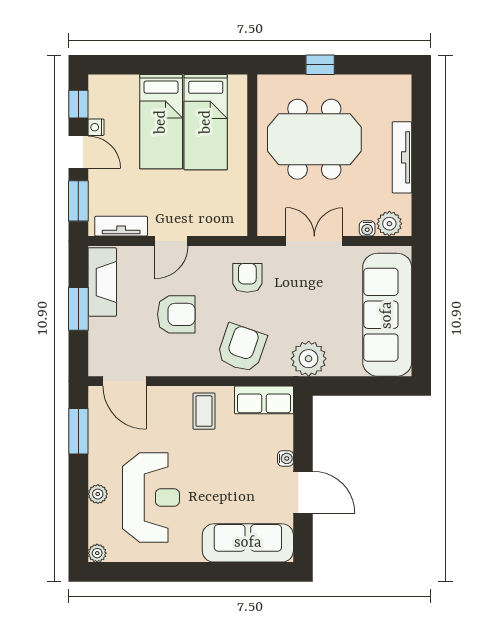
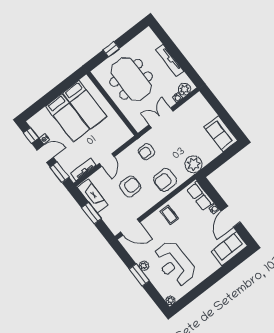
meeting table: (314, 139) -> (131, 79), turned 90
armchair: (247, 278) -> (146, 152), turned -90
sofa: (387, 315) -> (221, 134), width x0.54, depth x0.79
armchair: (242, 348) -> (165, 180), turned -109
row of seats: (264, 400) -> (200, 196), moved, turned 90
window: (78, 431) -> (139, 275), moved
door: (303, 492) -> (231, 217), swing flipped
plant: (98, 494) -> (144, 266), moved
reception desk: (151, 497) -> (175, 263), turned 180
sofa: (248, 543) -> (229, 249), width x0.73

